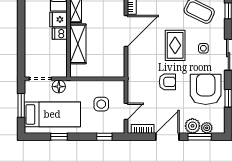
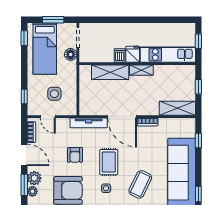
rug: (175, 45) -> (109, 162), turned 90
tv unit: (133, 67) -> (89, 123), added
window: (59, 137) -> (24, 38), moved

